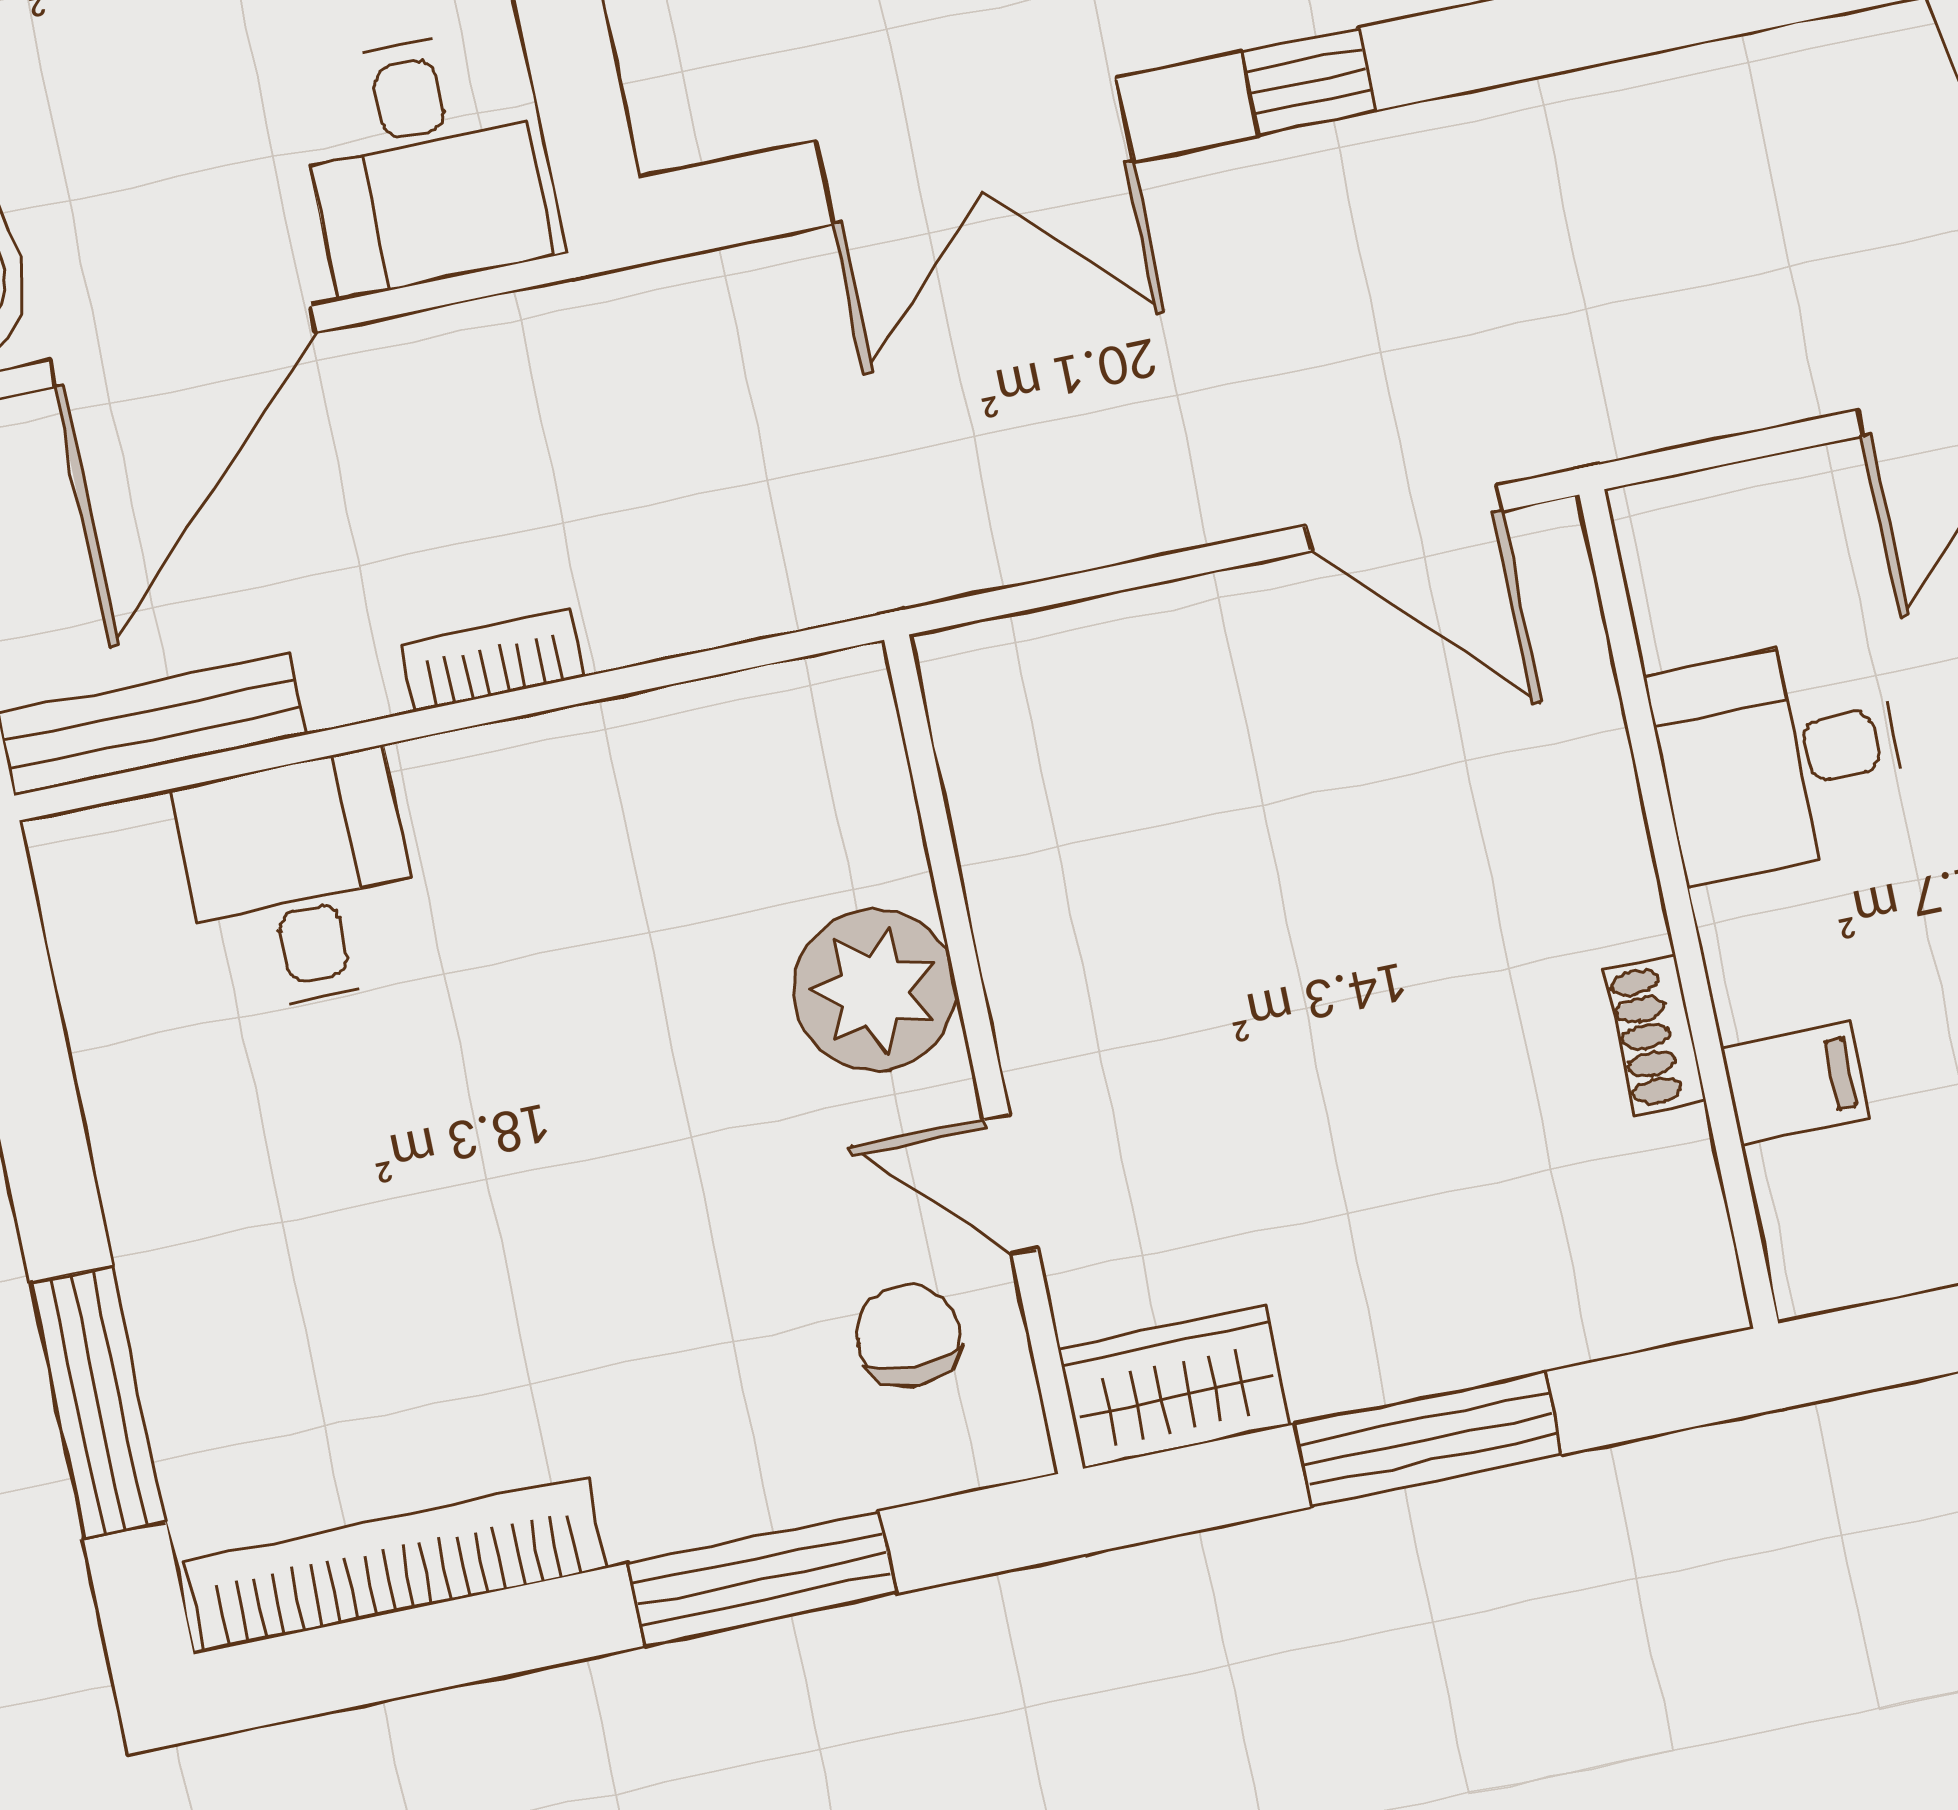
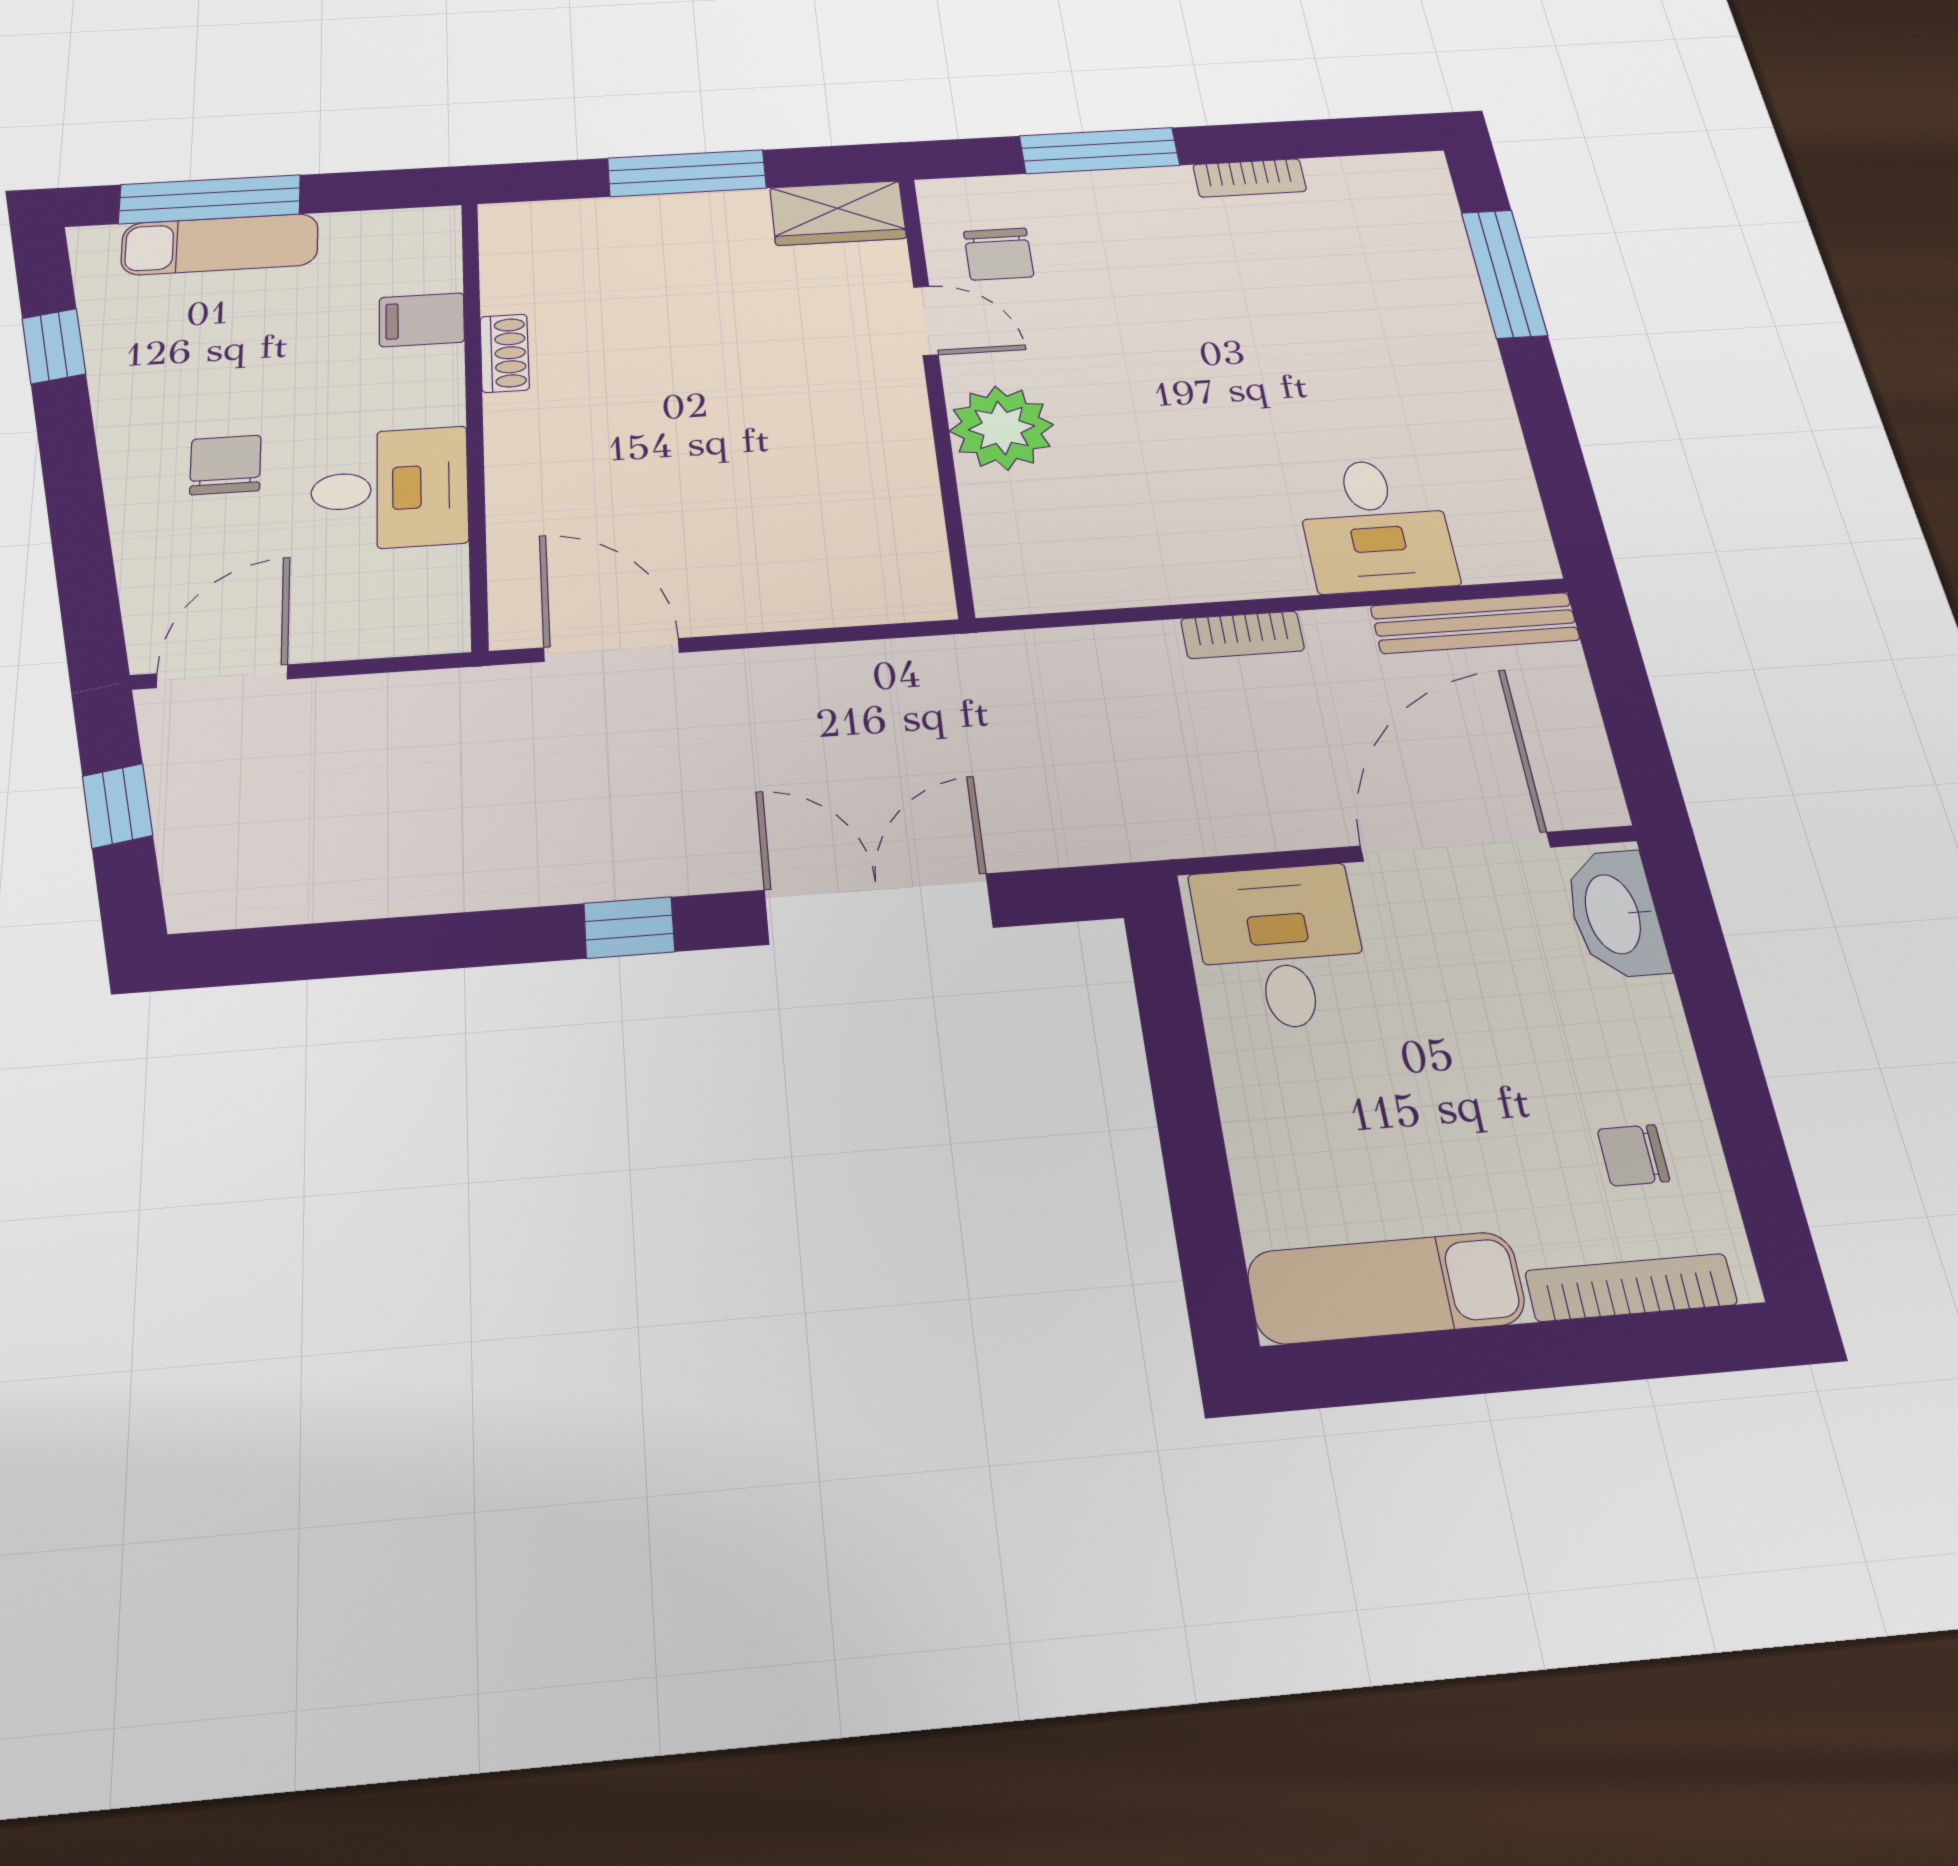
bookcase: (395, 1565) -> (1250, 178), width x0.43, depth x0.76

